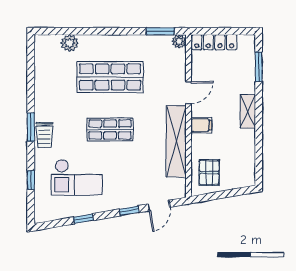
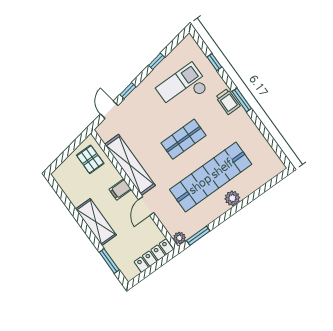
plant: (69, 43) -> (232, 198), moved
shop shelf: (110, 77) -> (211, 177), width x1.40
shelving: (248, 111) -> (96, 222), width x1.50, depth x1.33
trolley: (44, 135) -> (228, 102), turned 180

